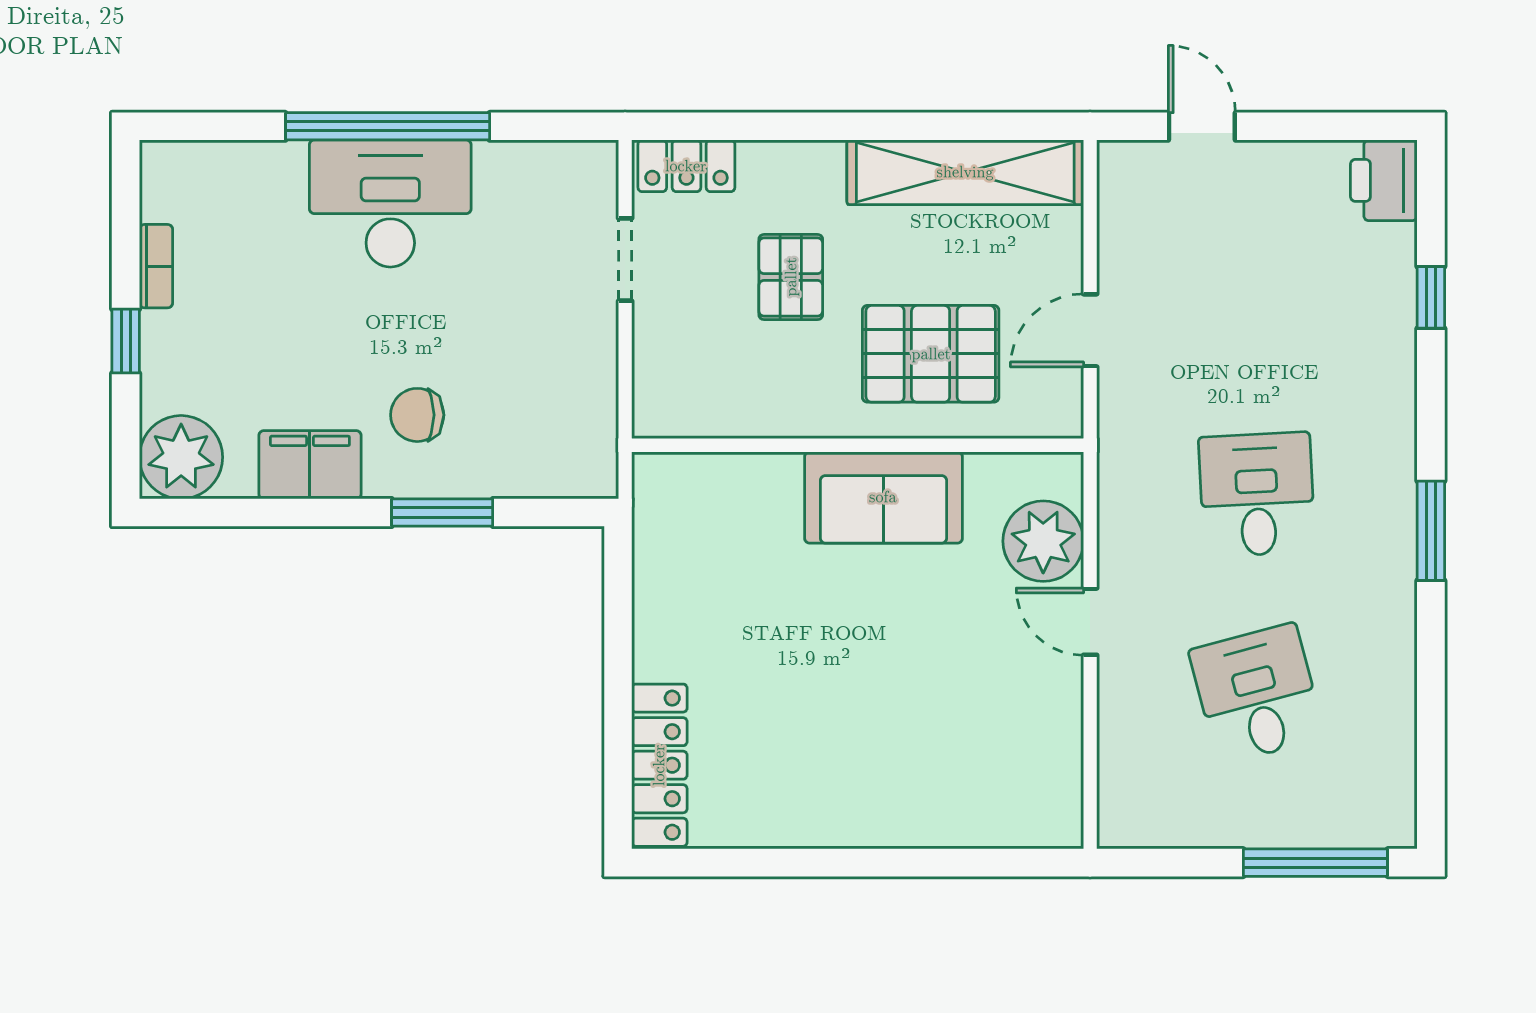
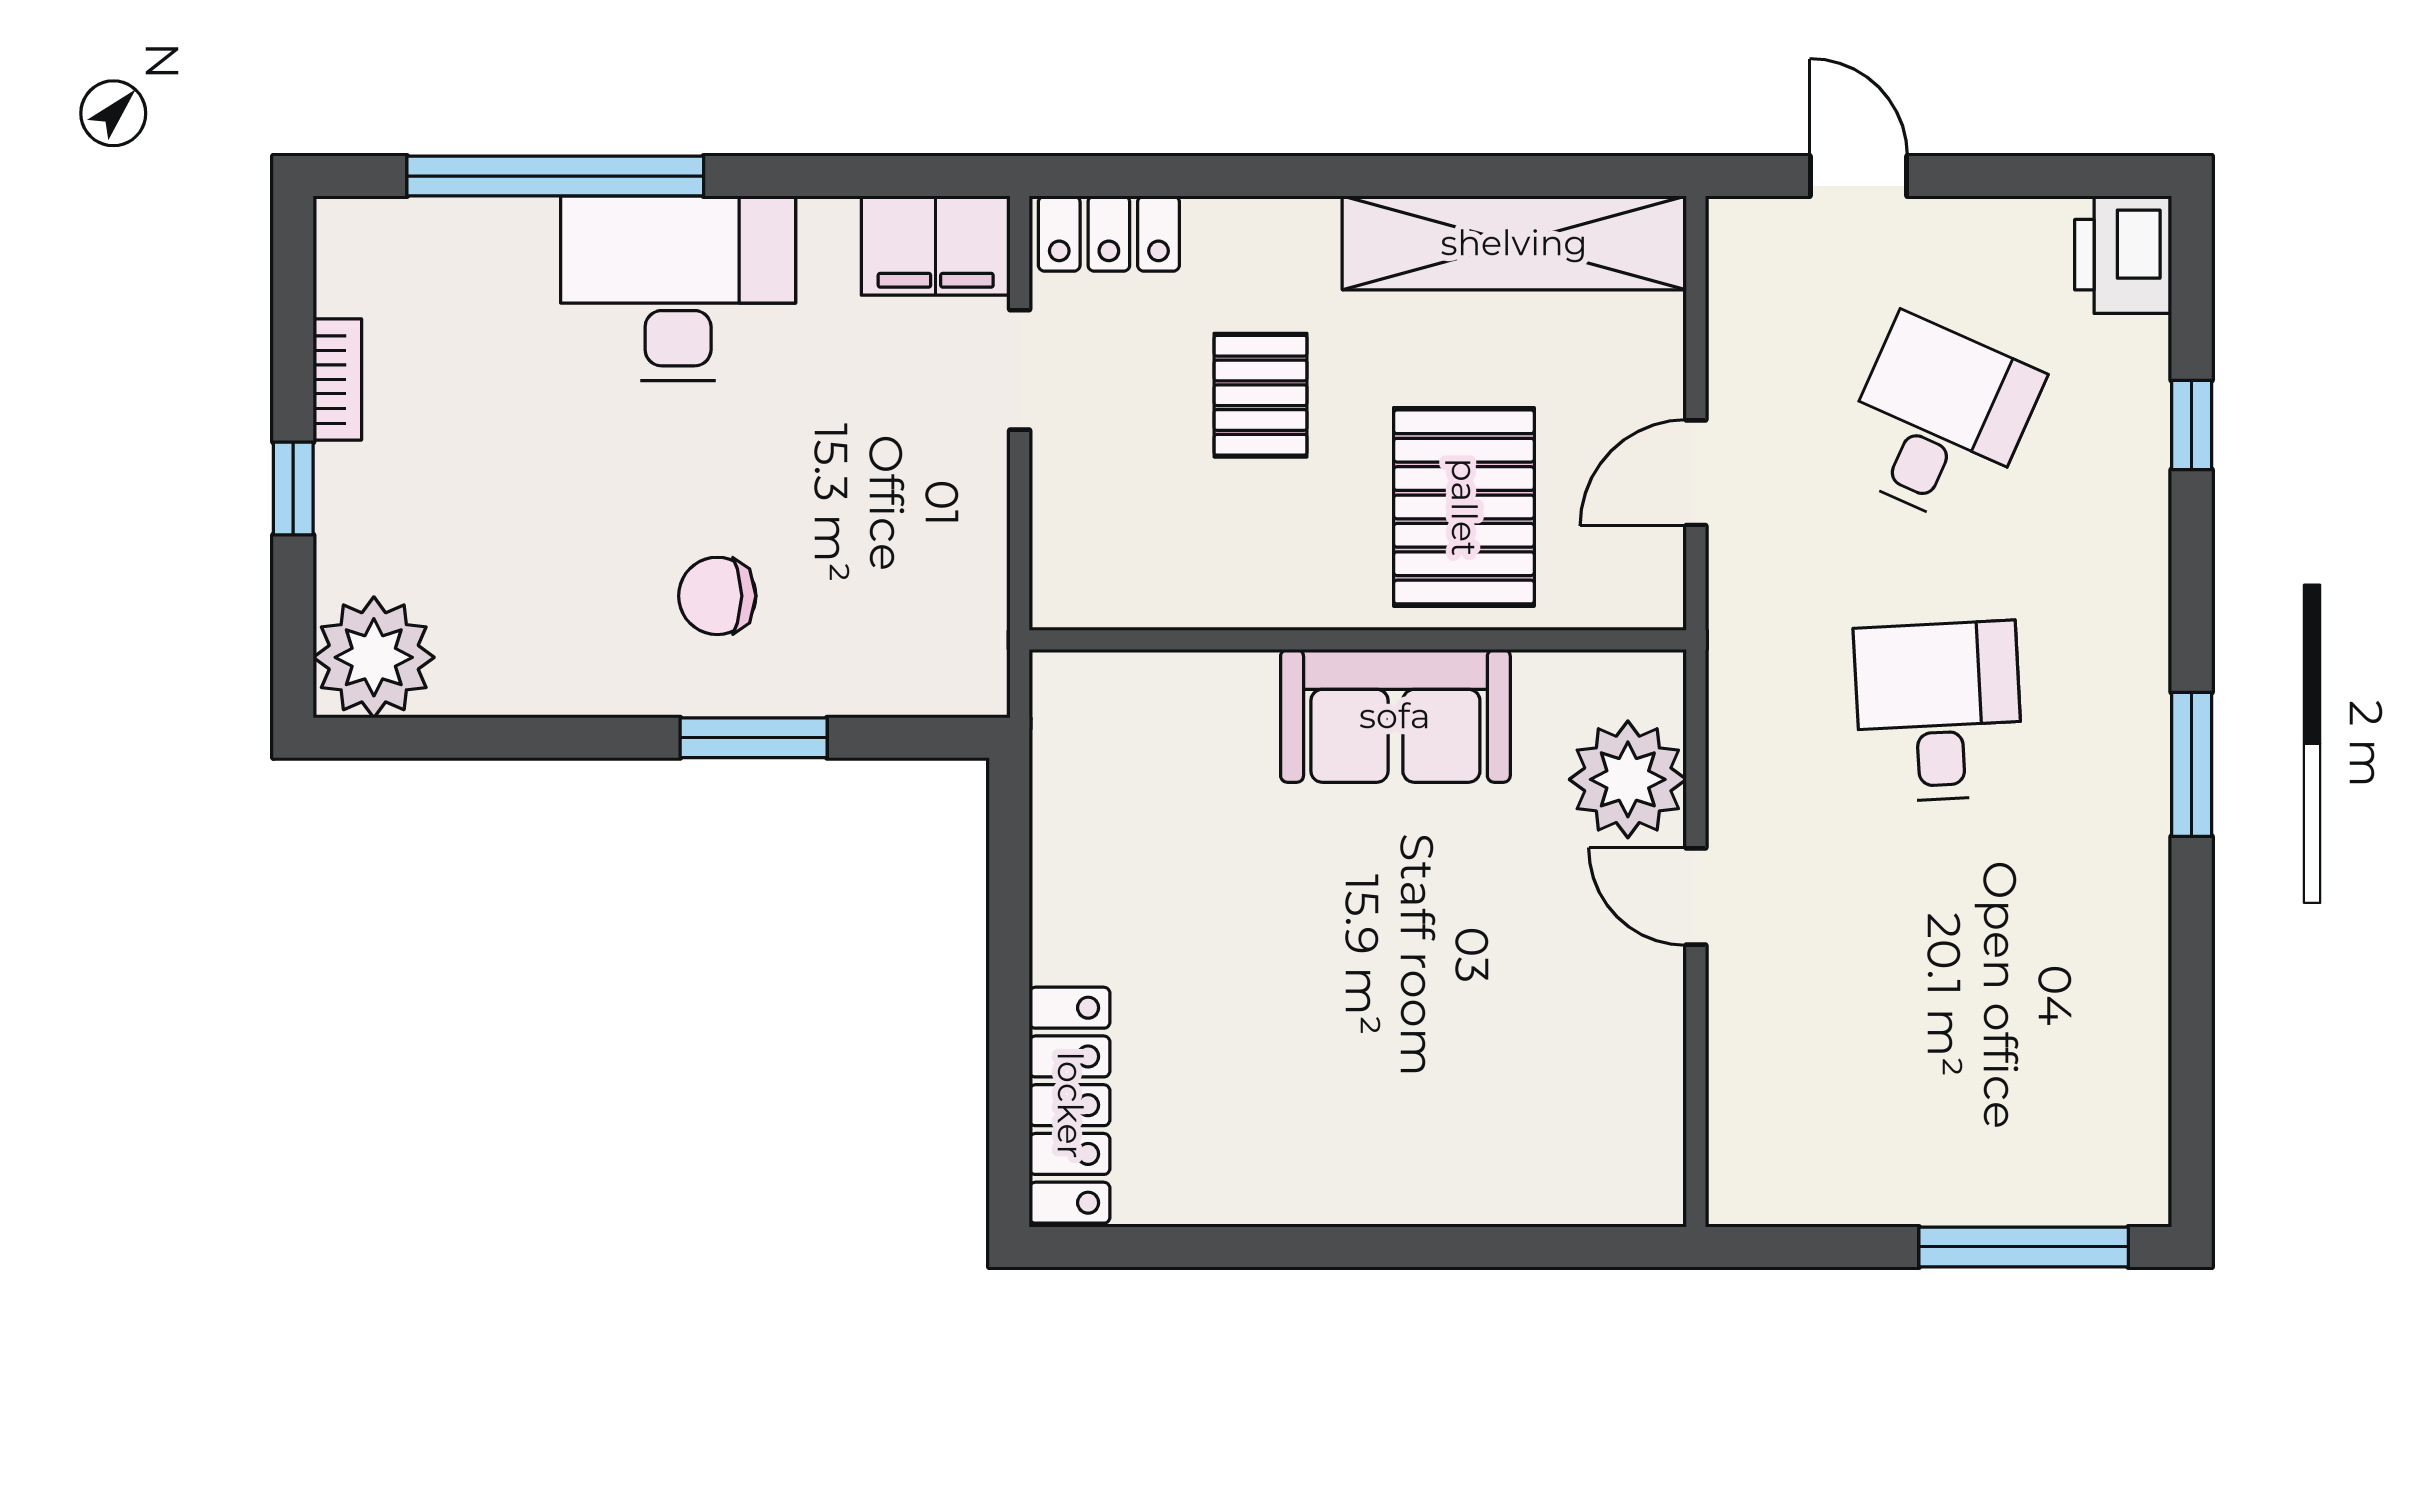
window: (388, 126) -> (555, 176), moved
pallet: (931, 354) -> (1464, 507), turned 90
filing cabinet: (310, 465) -> (936, 246), moved, turned 180
desk: (1257, 694) -> (1939, 421), moved, turned 39

